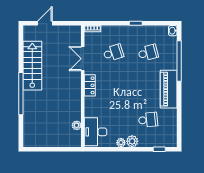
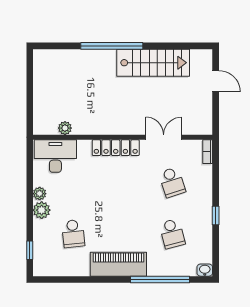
locker: (90, 85) -> (116, 148), width x1.53

